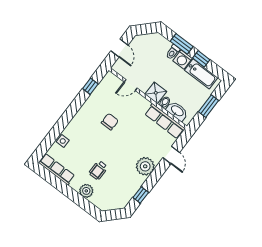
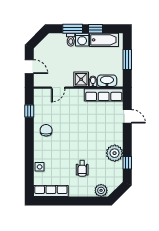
chair: (110, 122) -> (46, 130), moved
plant: (145, 166) -> (115, 153), moved
plant: (86, 191) -> (101, 190), moved

